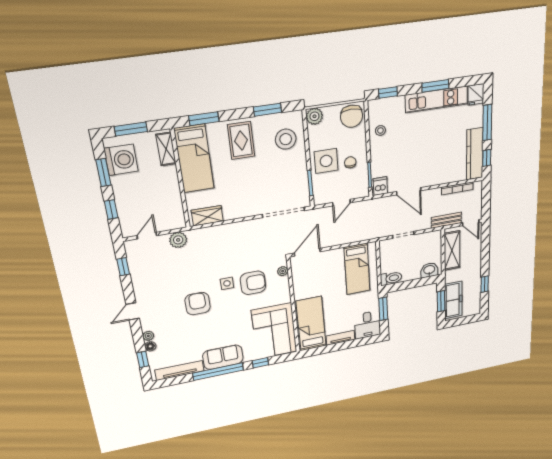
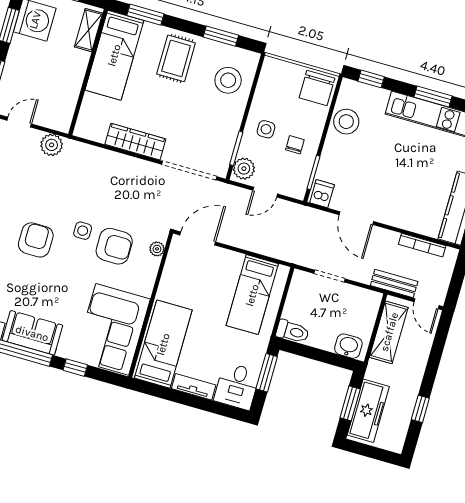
plant: (314, 116) -> (244, 169), moved
stool: (380, 130) -> (346, 122), width x1.89, depth x1.89
side table: (326, 161) -> (266, 129), width x0.54, depth x0.54
wardrobe: (207, 216) -> (135, 142), moved, width x1.50

